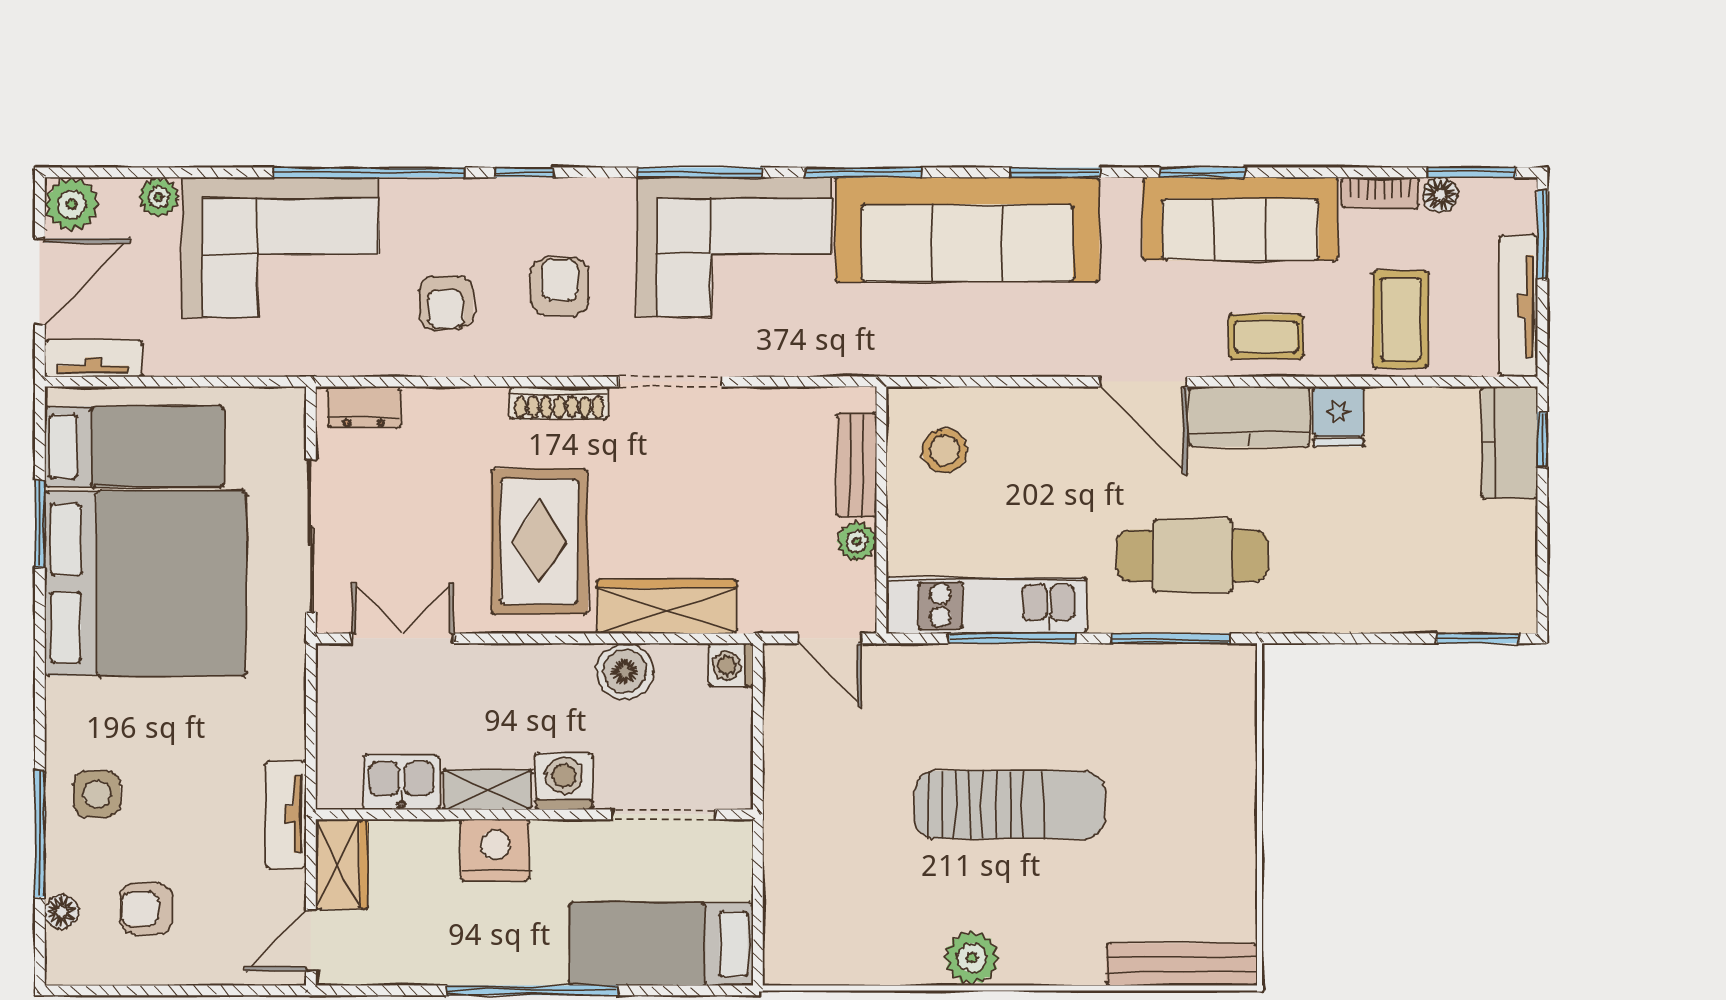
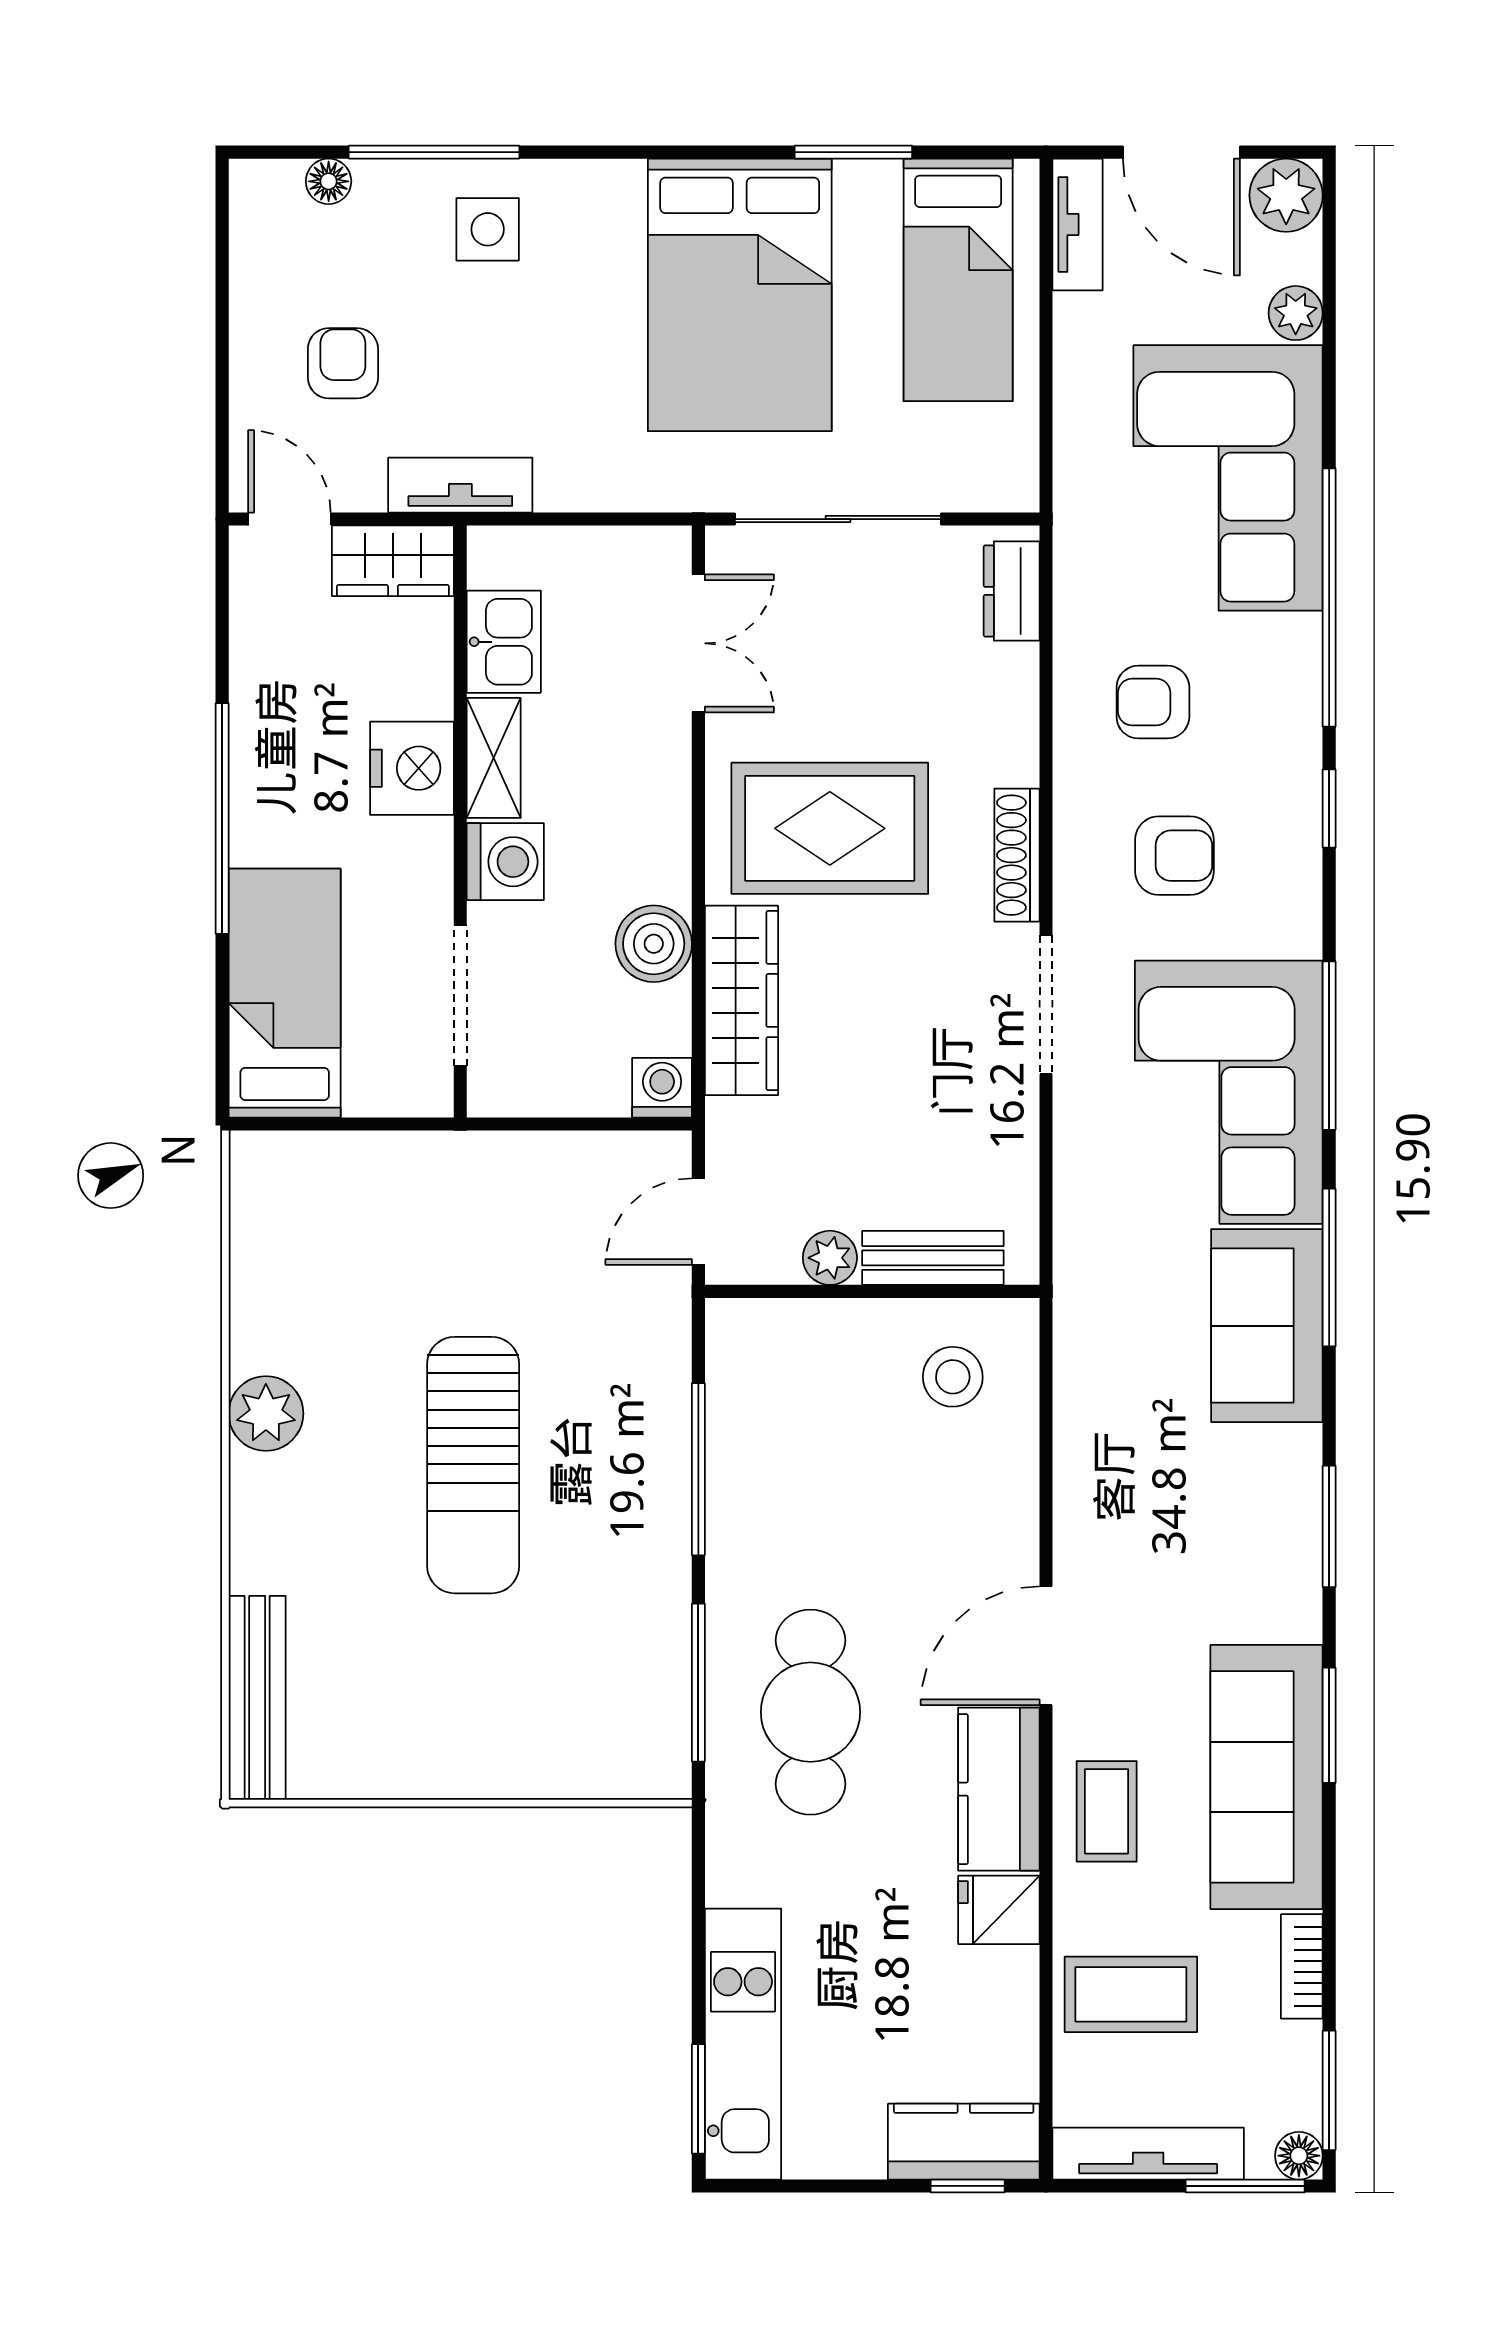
floor lamp: (1440, 195) -> (1299, 2156), moved
sofa: (967, 230) -> (1267, 1326), width x0.54, depth x0.79
bed: (145, 583) -> (740, 295), width x0.73
kitchen unit: (986, 605) -> (743, 2044), moved
armchair: (146, 909) -> (343, 363), moved

